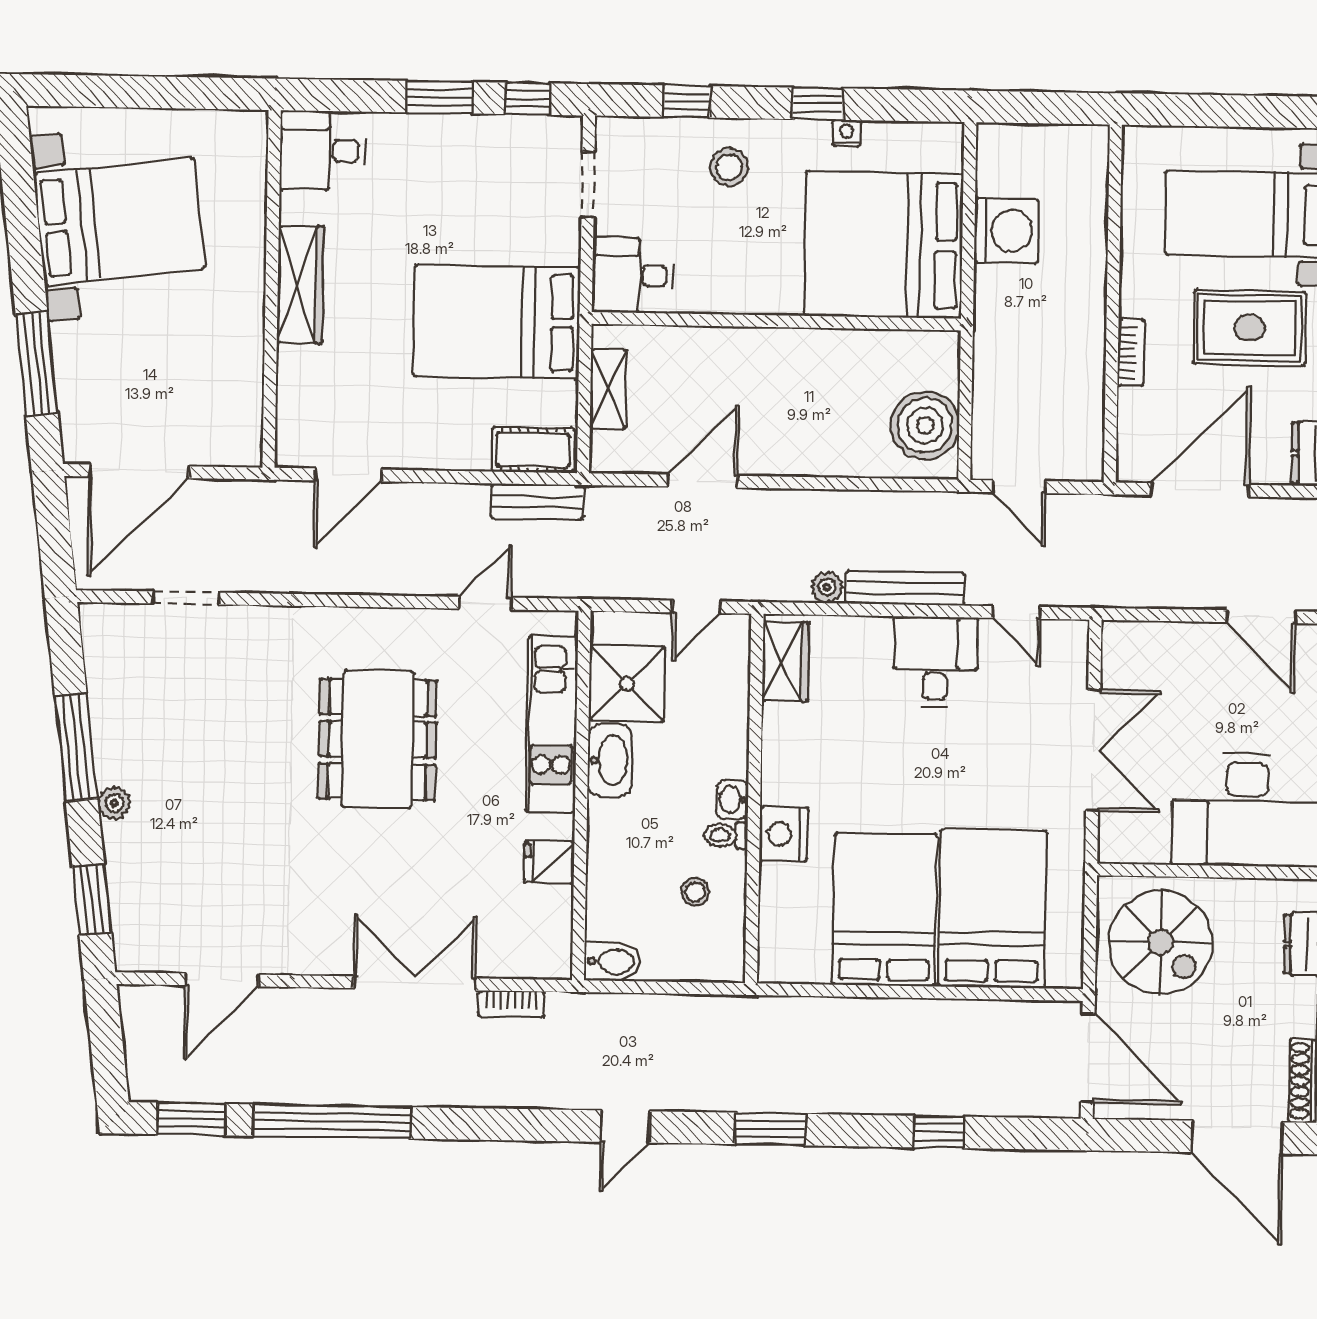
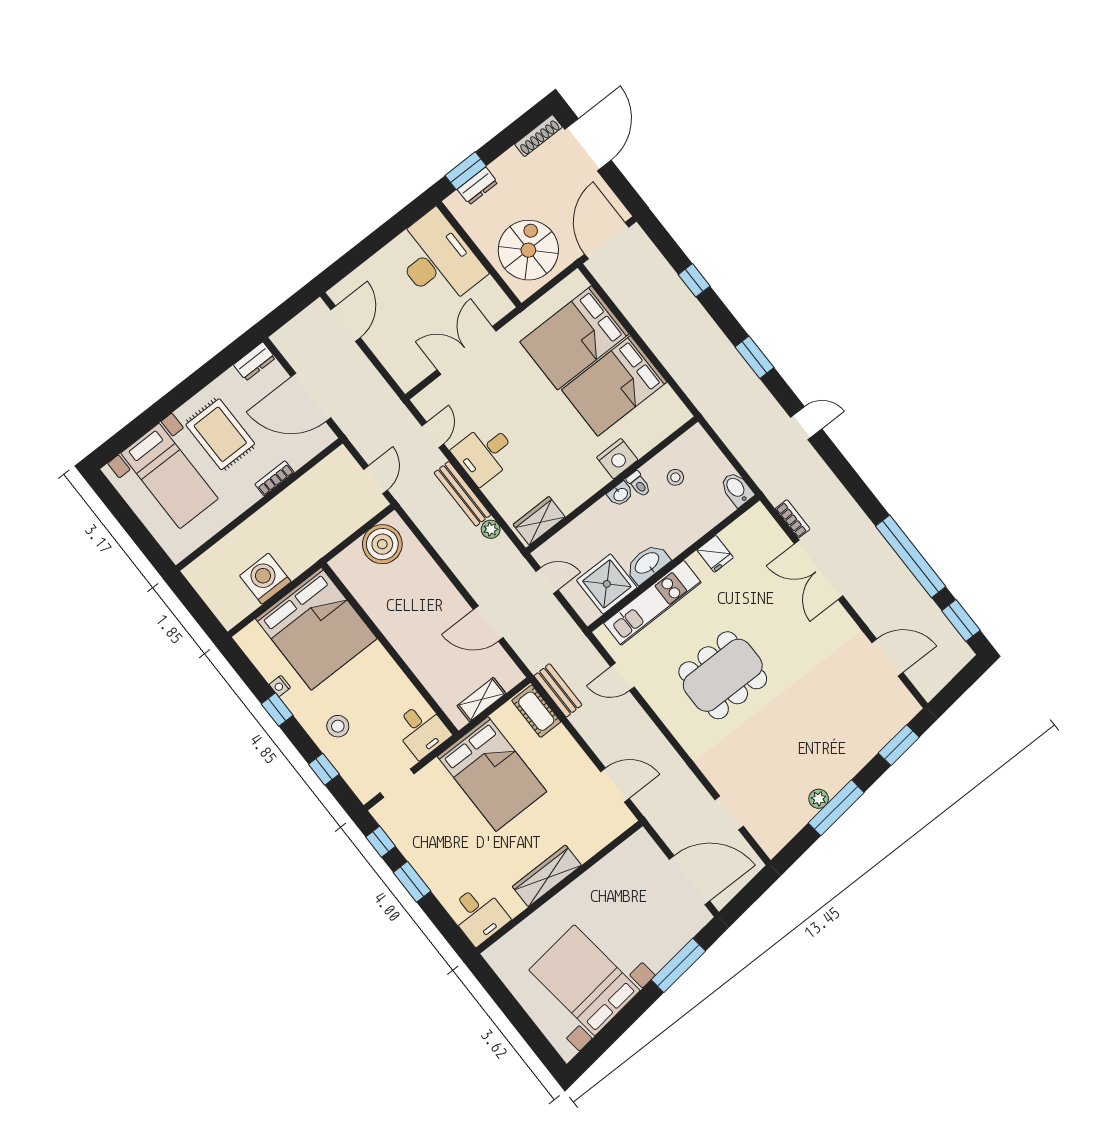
plant: (115, 803) -> (819, 799), moved

